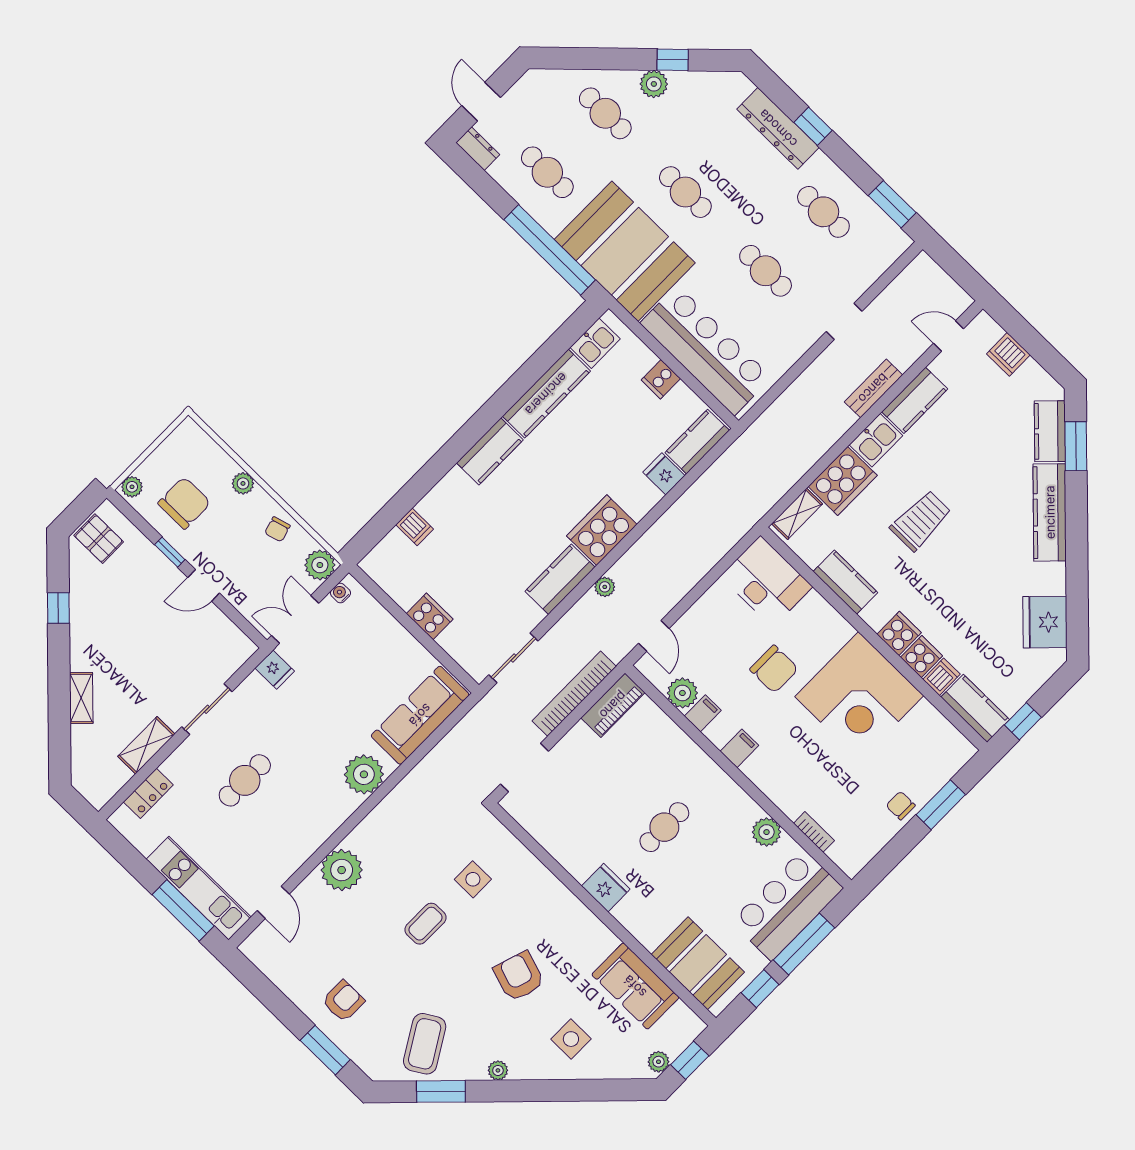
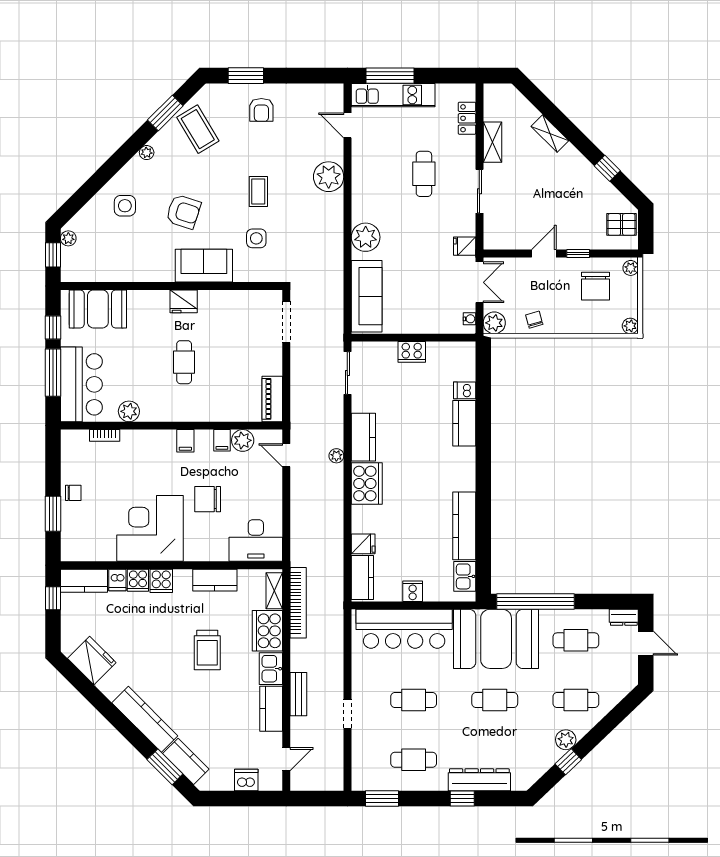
kitchen counter: (490, 451) -> (464, 423), moved
plant: (243, 483) -> (630, 326), moved
bookcase: (574, 694) -> (298, 603), moved
sofa: (635, 986) -> (204, 266), moved

